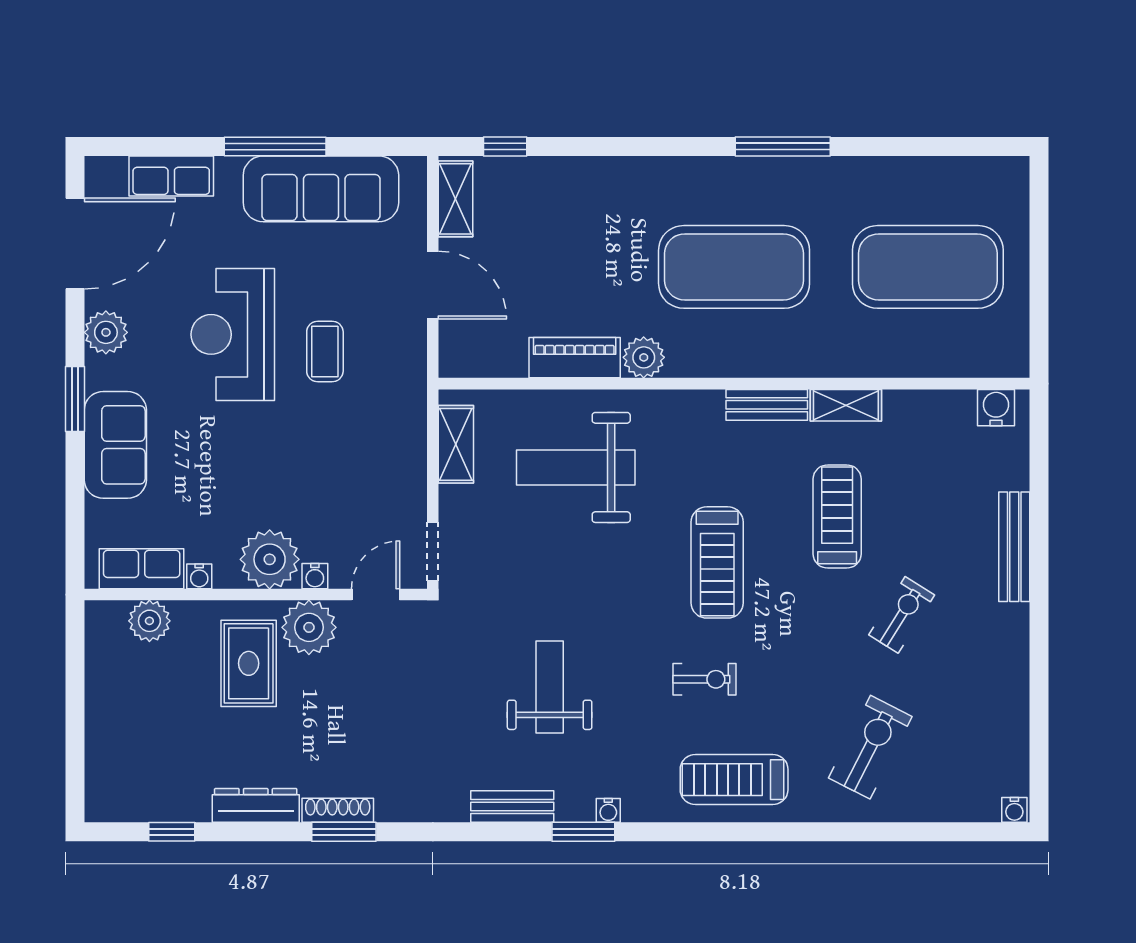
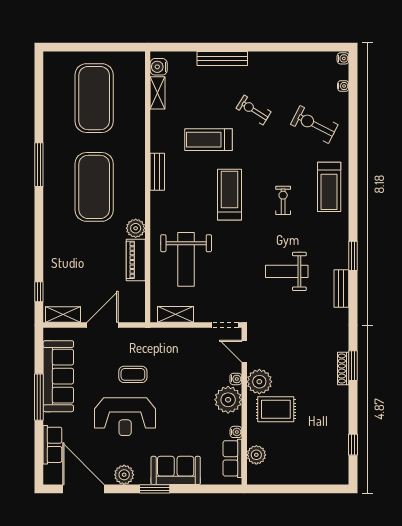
shelving: (846, 405) -> (158, 93), moved
treadmill: (717, 562) -> (230, 195), turned -90
dresser: (256, 805) -> (341, 406), removed
water cooler: (608, 810) -> (343, 86), moved

